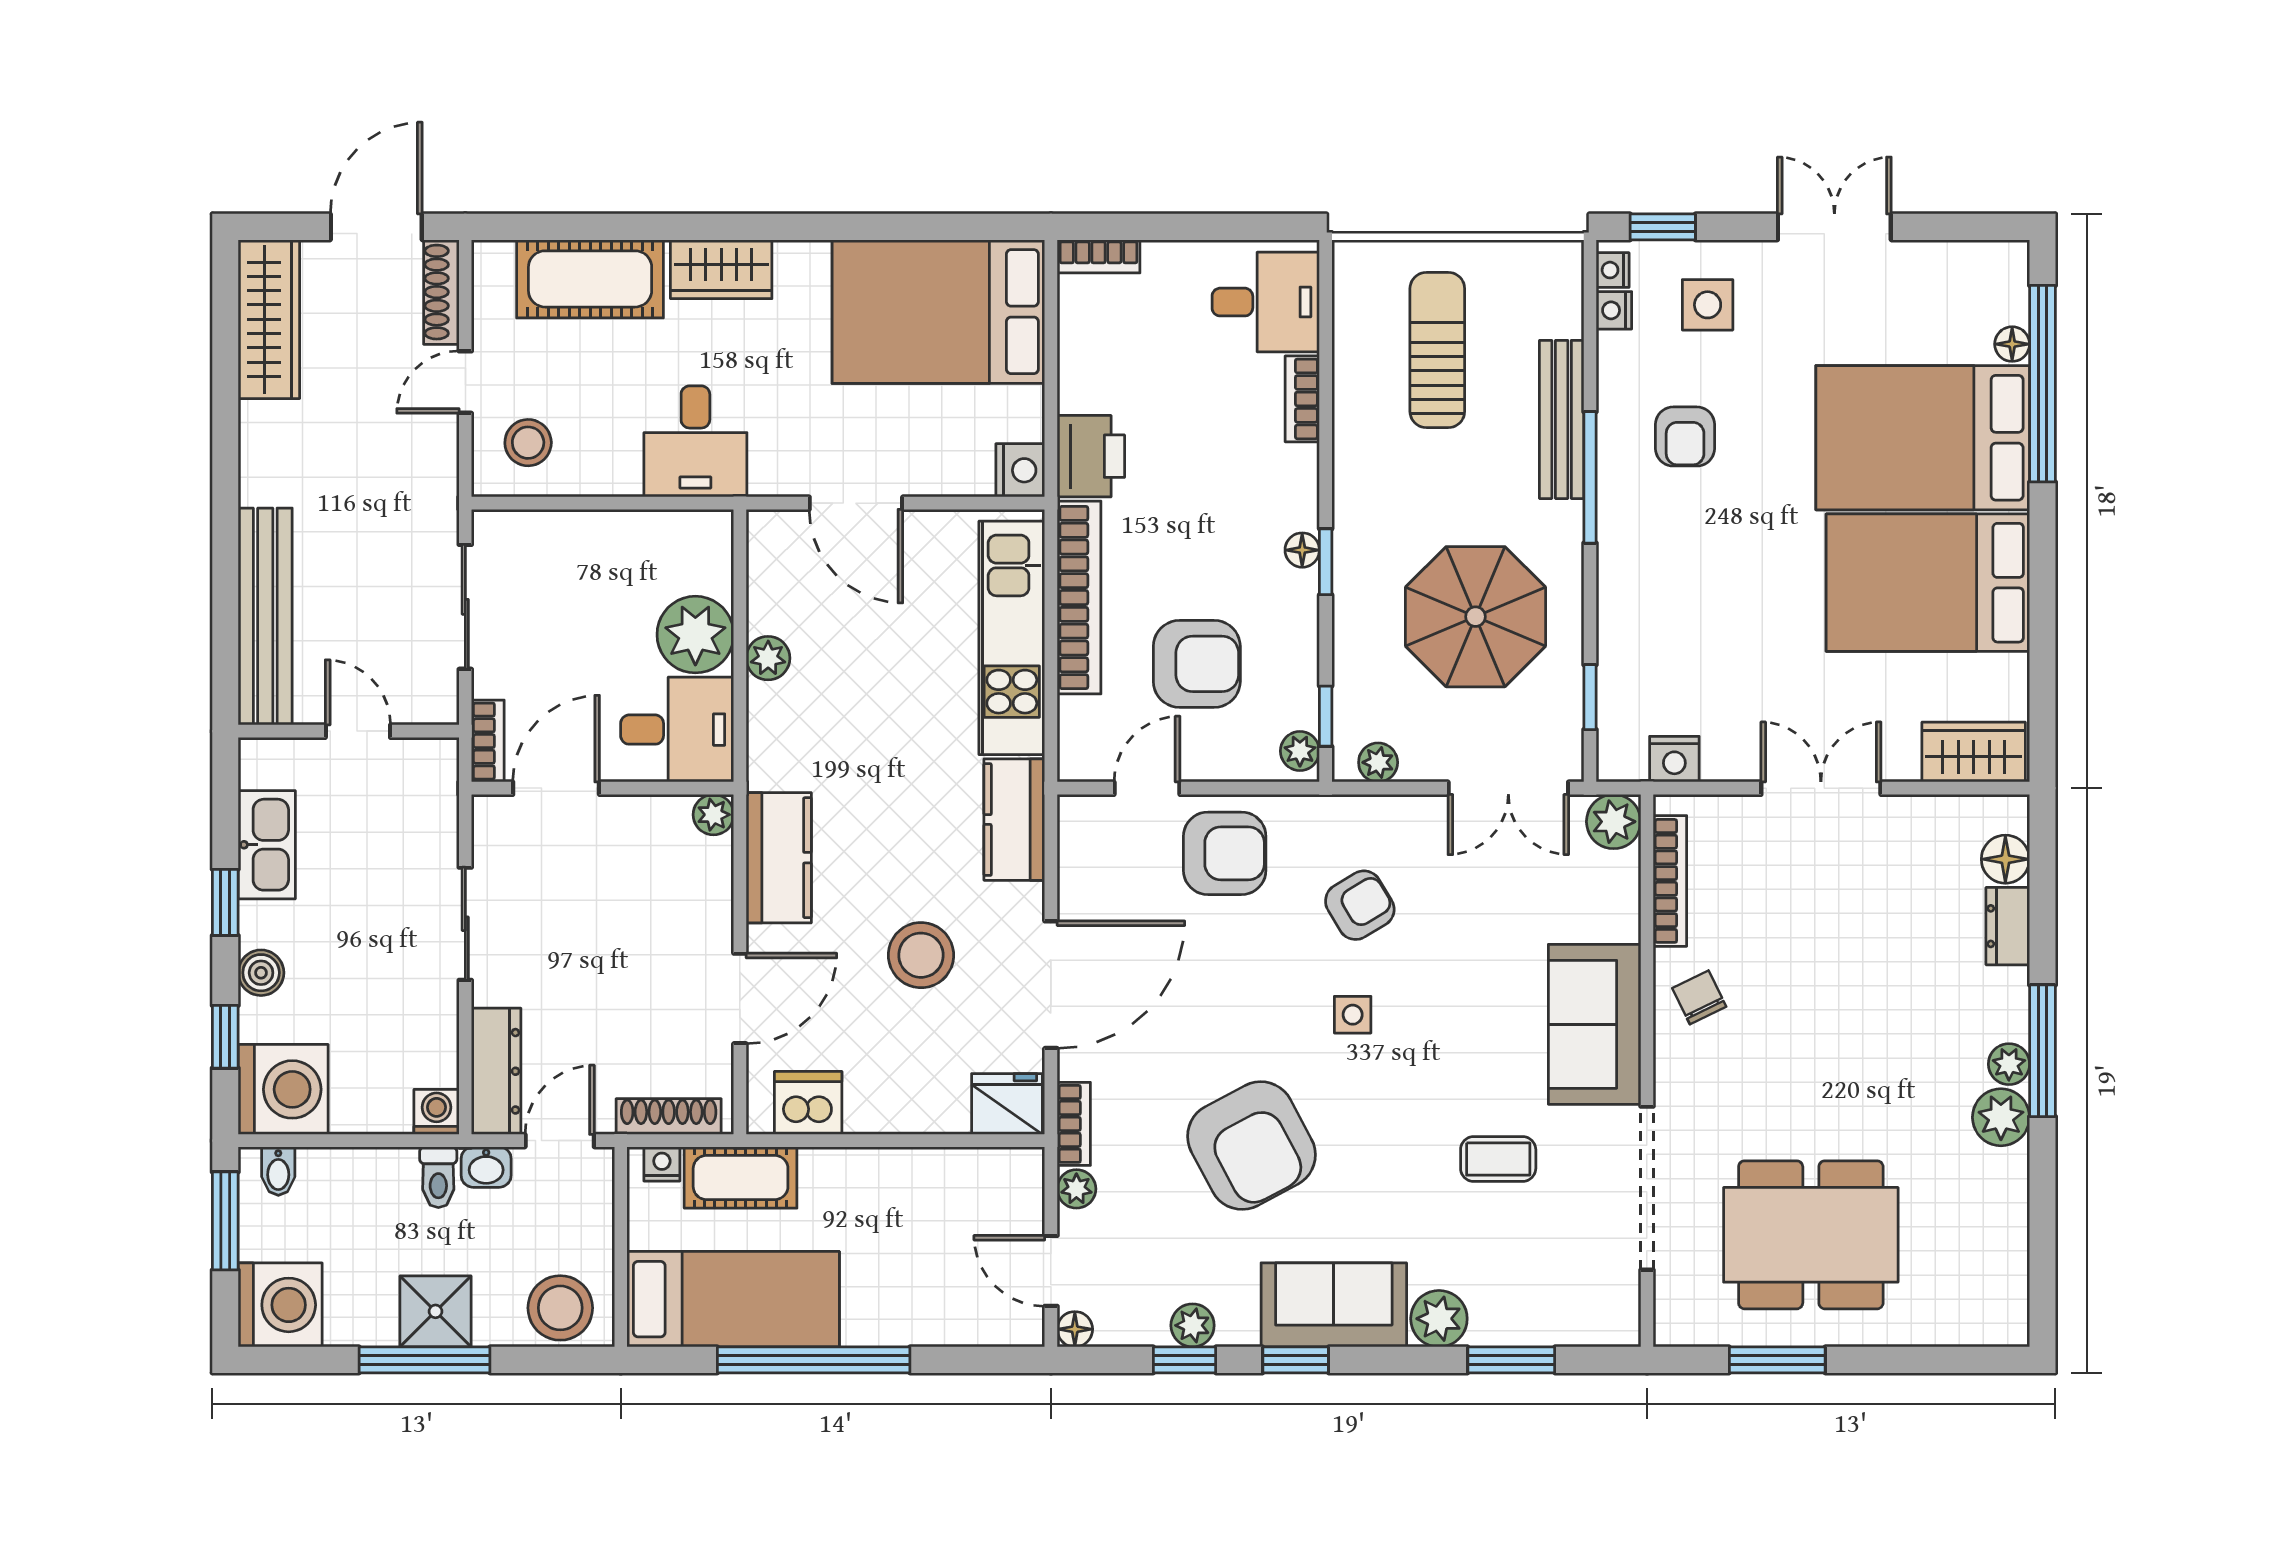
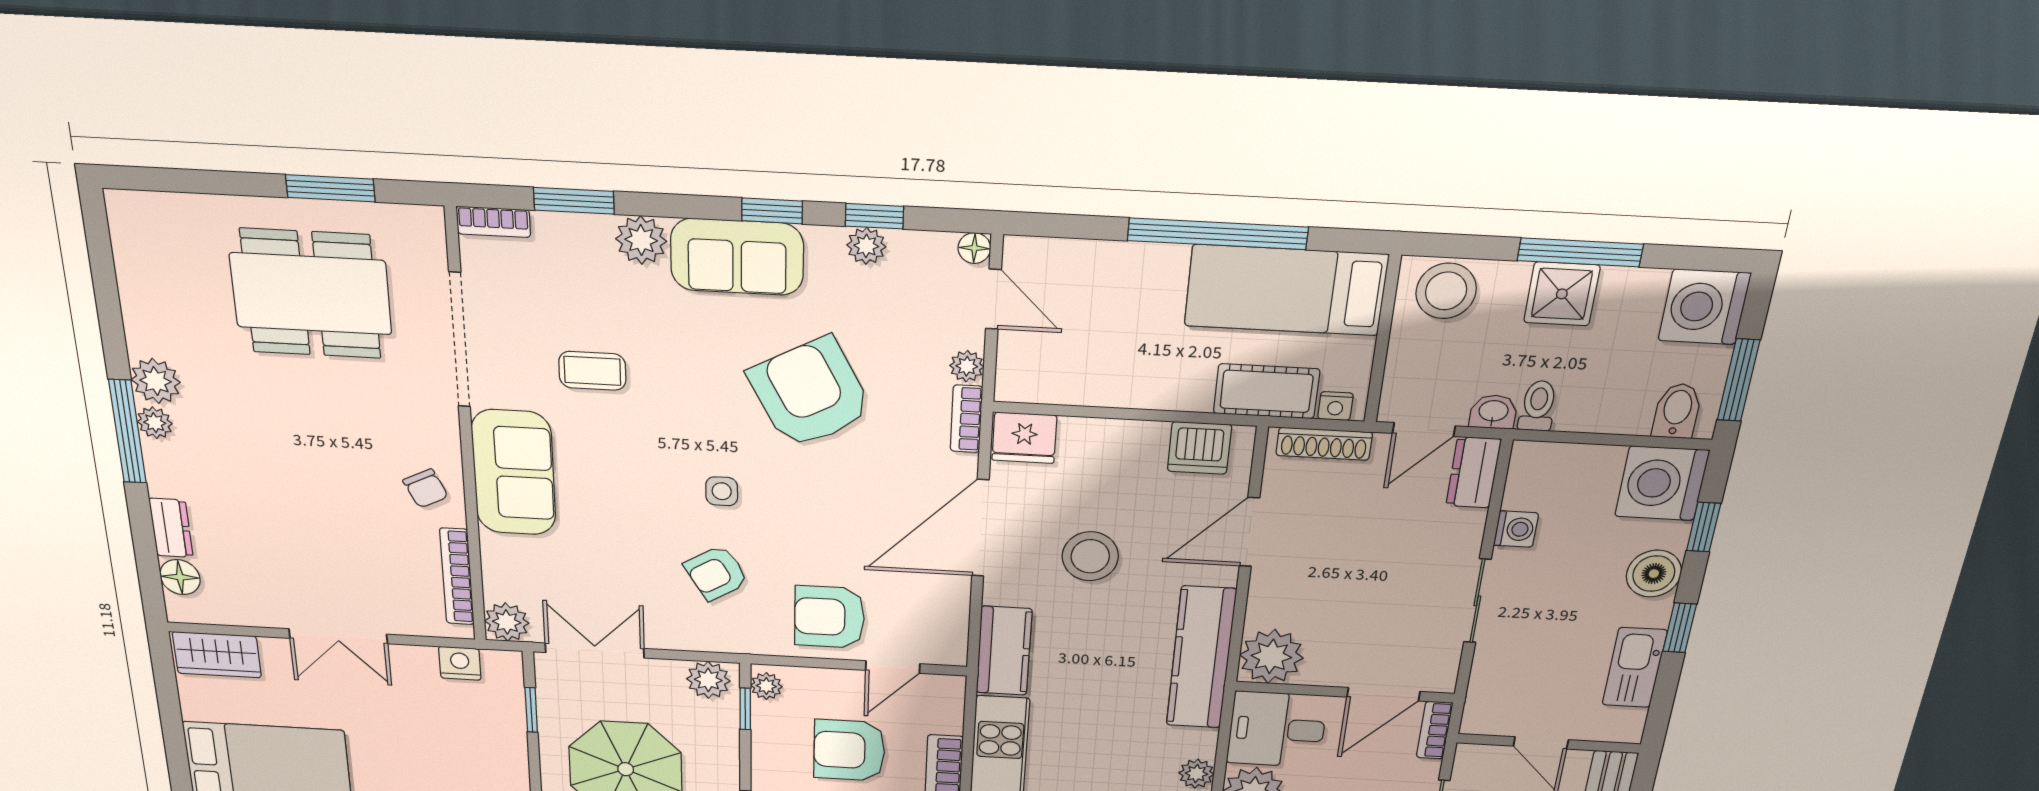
plant: (1378, 762) -> (708, 680), width x1.38, depth x1.38
plant: (713, 815) -> (1271, 656), width x1.88, depth x1.88
kitchen counter: (779, 858) -> (1201, 658), width x1.50
boiler: (261, 973) -> (1654, 574), width x1.36, depth x1.36
dresser: (496, 1071) -> (1473, 472), width x0.70
washing machine: (437, 1112) -> (1516, 529), moved, turned -90
bidet: (278, 1171) -> (1677, 411), width x1.38, depth x1.36
bookcase: (1601, 1331) -> (493, 222), added

